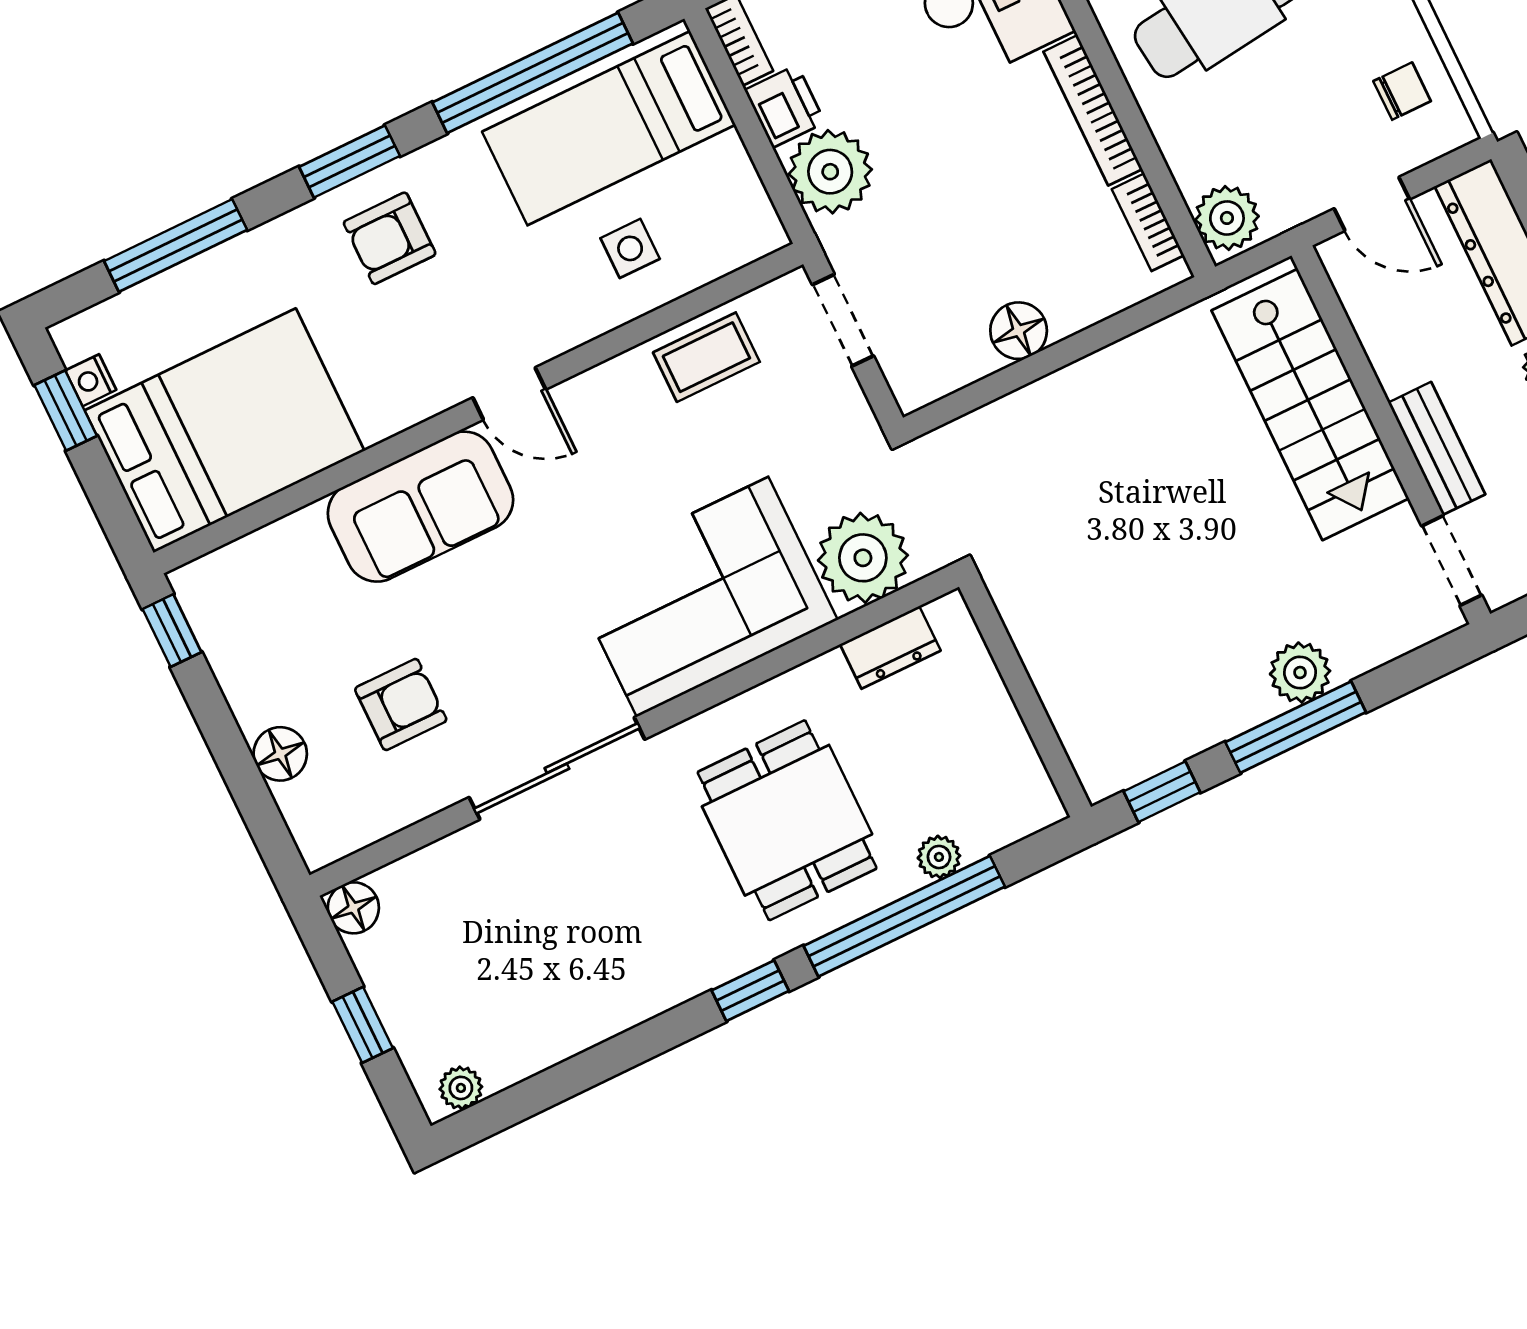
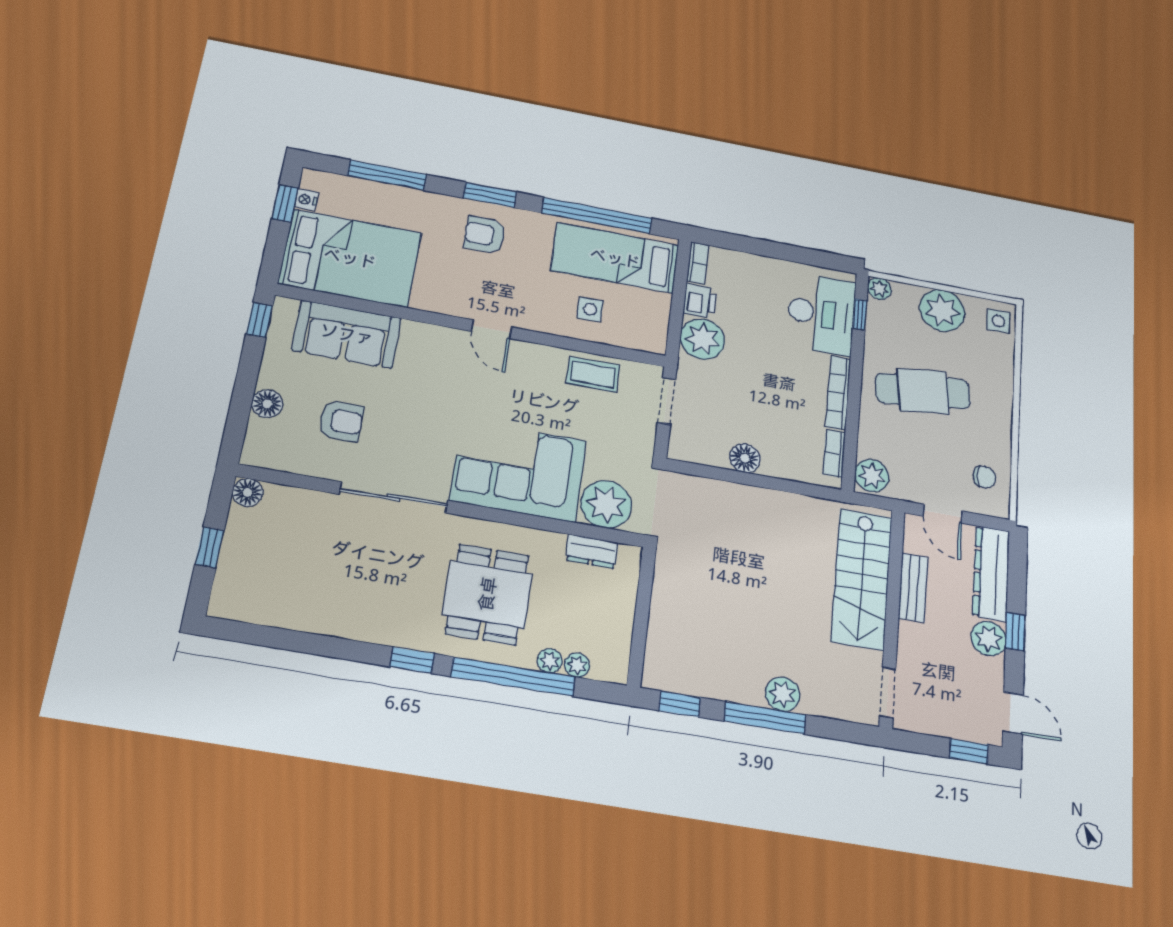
bench: (1437, 448) -> (913, 588), moved
sofa: (420, 507) -> (347, 334), moved
plant: (461, 1088) -> (577, 665), moved

